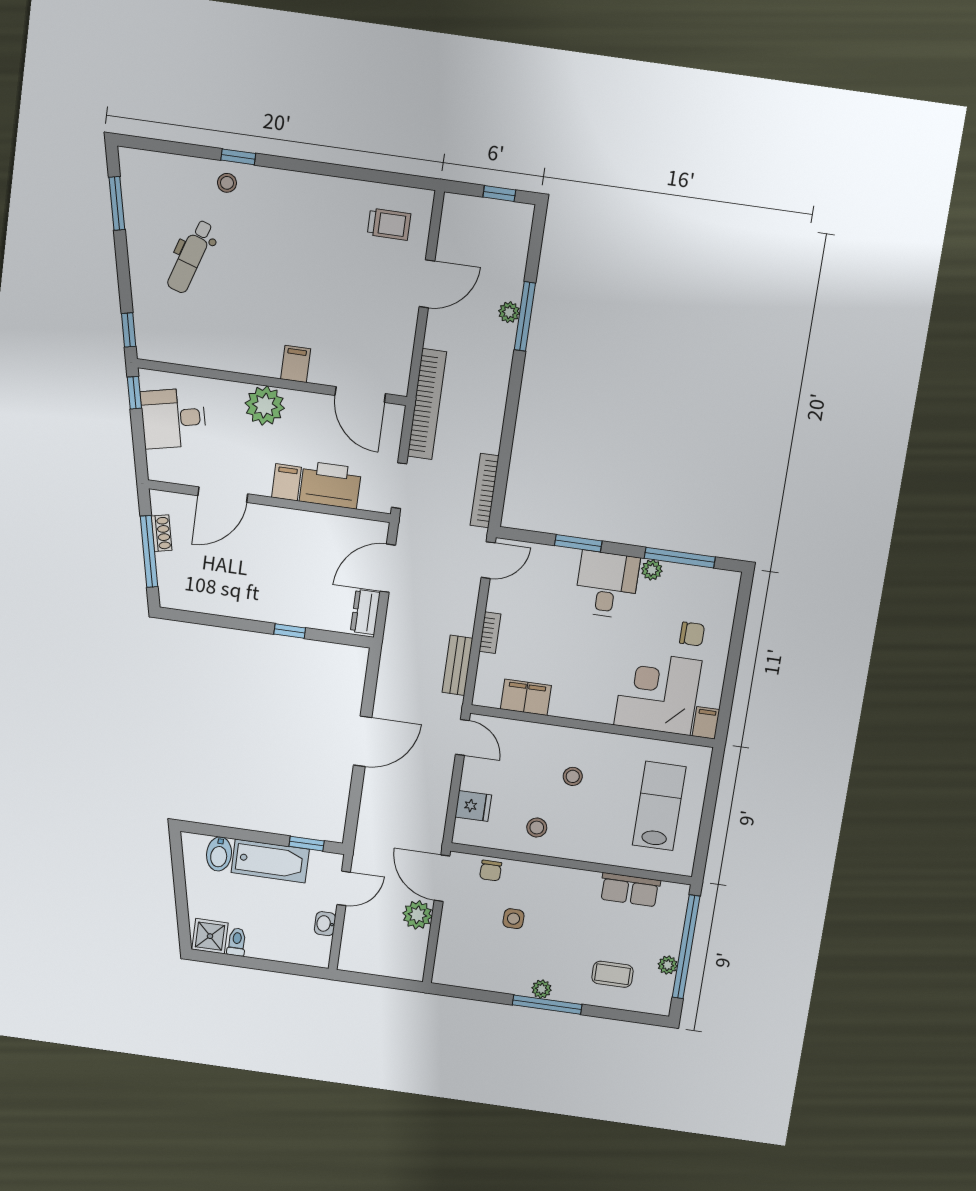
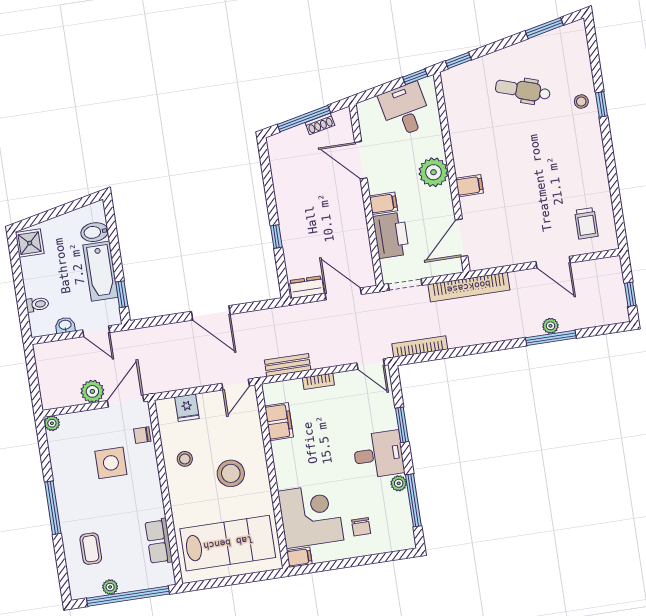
stool: (573, 776) -> (231, 473), width x1.89, depth x1.89
lab bench: (659, 806) -> (228, 543), width x1.36, depth x1.39
side table: (513, 919) -> (111, 463), width x1.87, depth x1.87
toilet: (237, 942) -> (37, 304), moved
plant: (542, 989) -> (52, 423), moved

